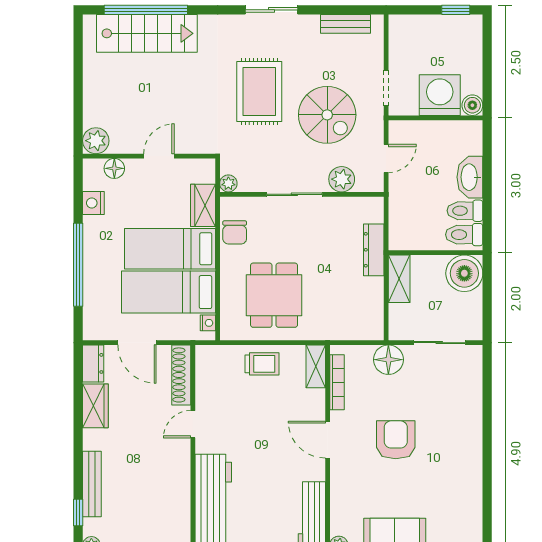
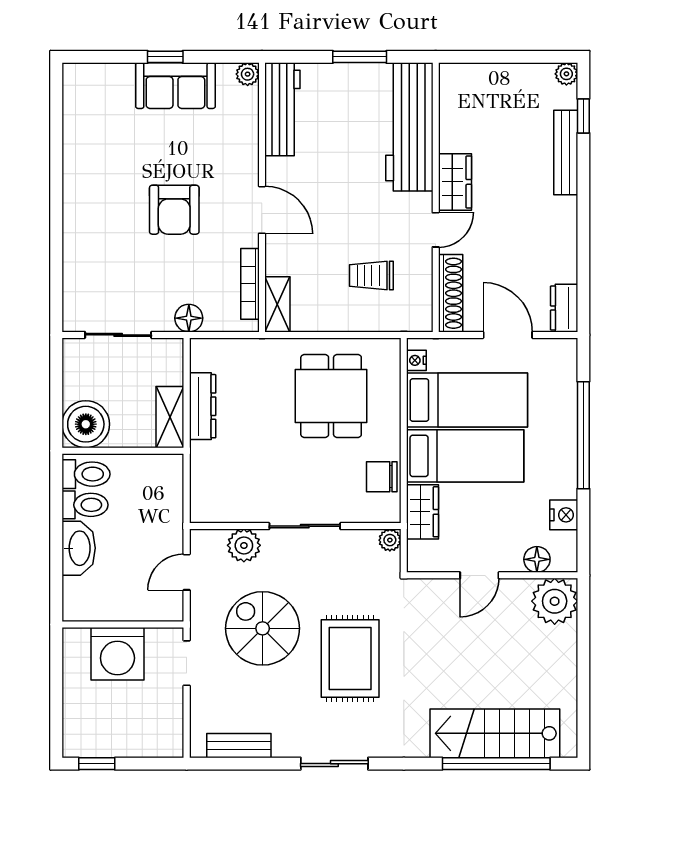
boiler: (472, 105) -> (75, 641), removed
plant: (96, 141) -> (555, 601), width x1.36, depth x1.36
chair: (235, 232) -> (382, 477), turned -90
dresser: (374, 250) -> (203, 406), moved
floor lamp: (388, 360) -> (189, 318), width x0.73, depth x0.73
trolley: (262, 364) -> (371, 276), moved
wardrobe: (95, 406) -> (455, 182), moved, turned 180

